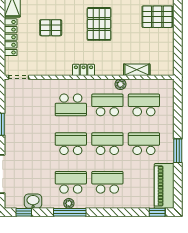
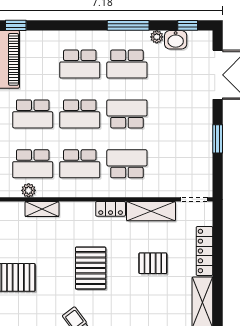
shelving: (52, 68) -> (151, 211), added
plant: (120, 84) -> (29, 190), moved
school desk: (71, 144) -> (127, 114), turned 180
plant: (69, 203) -> (157, 37), moved

